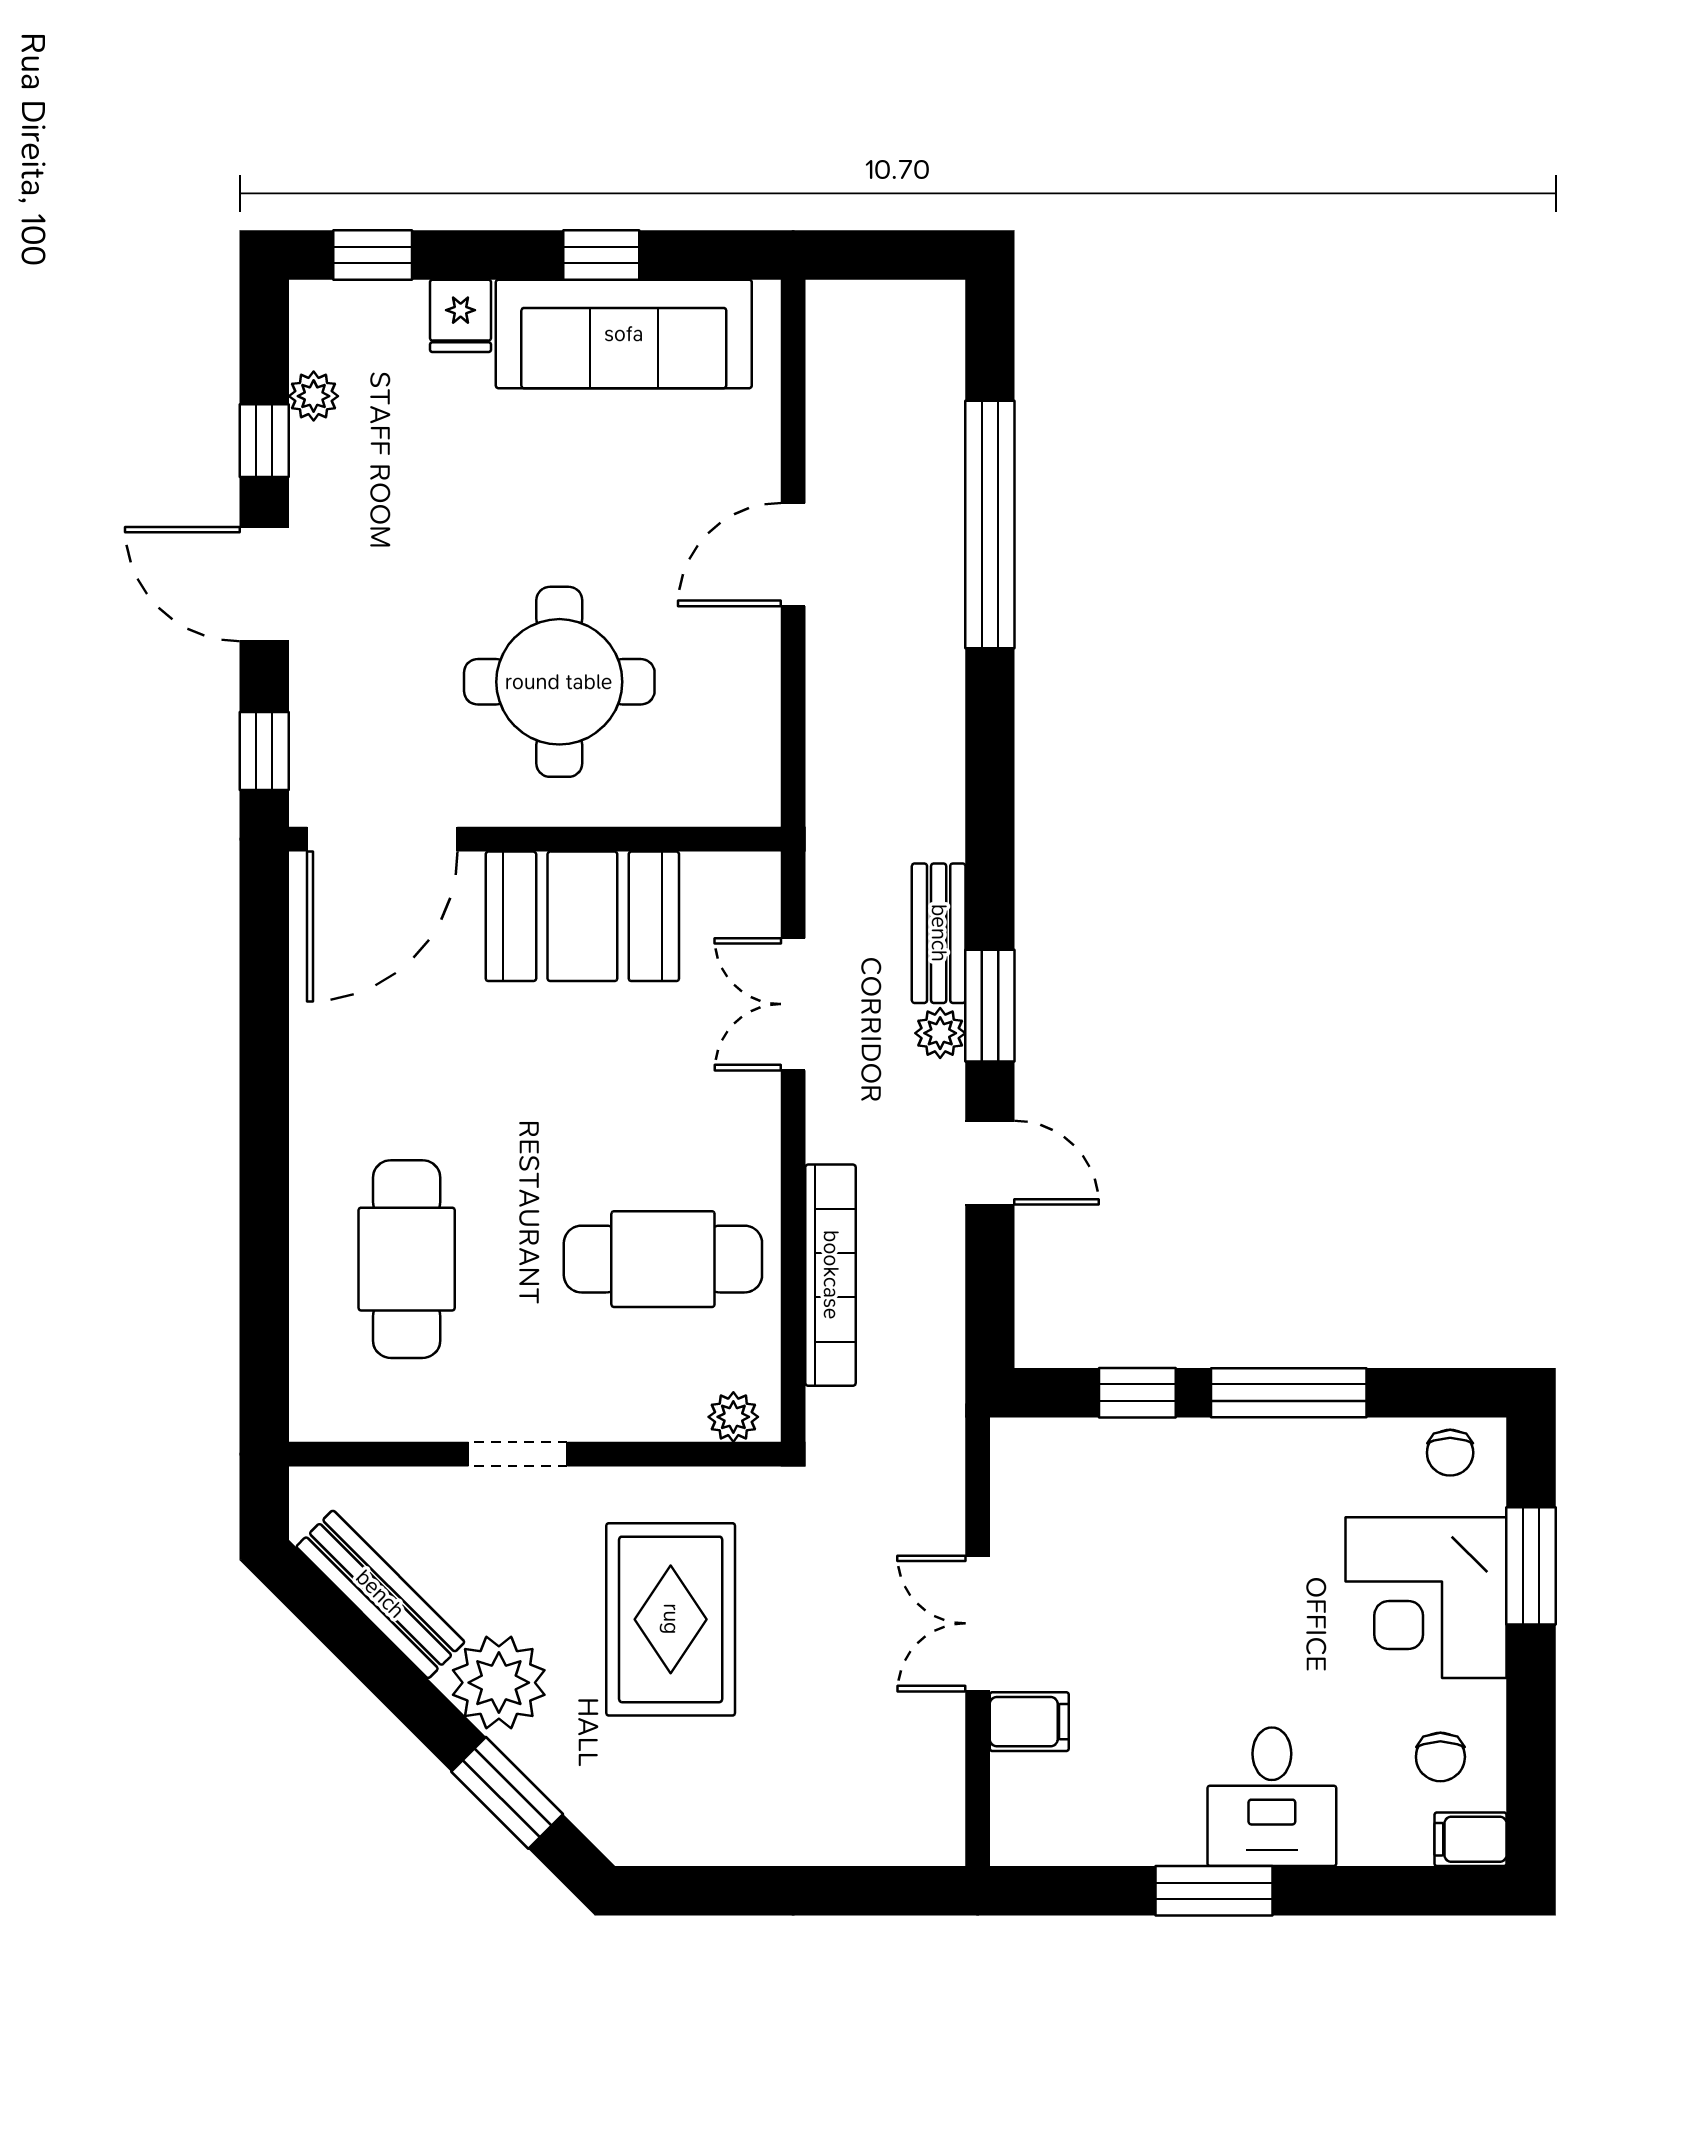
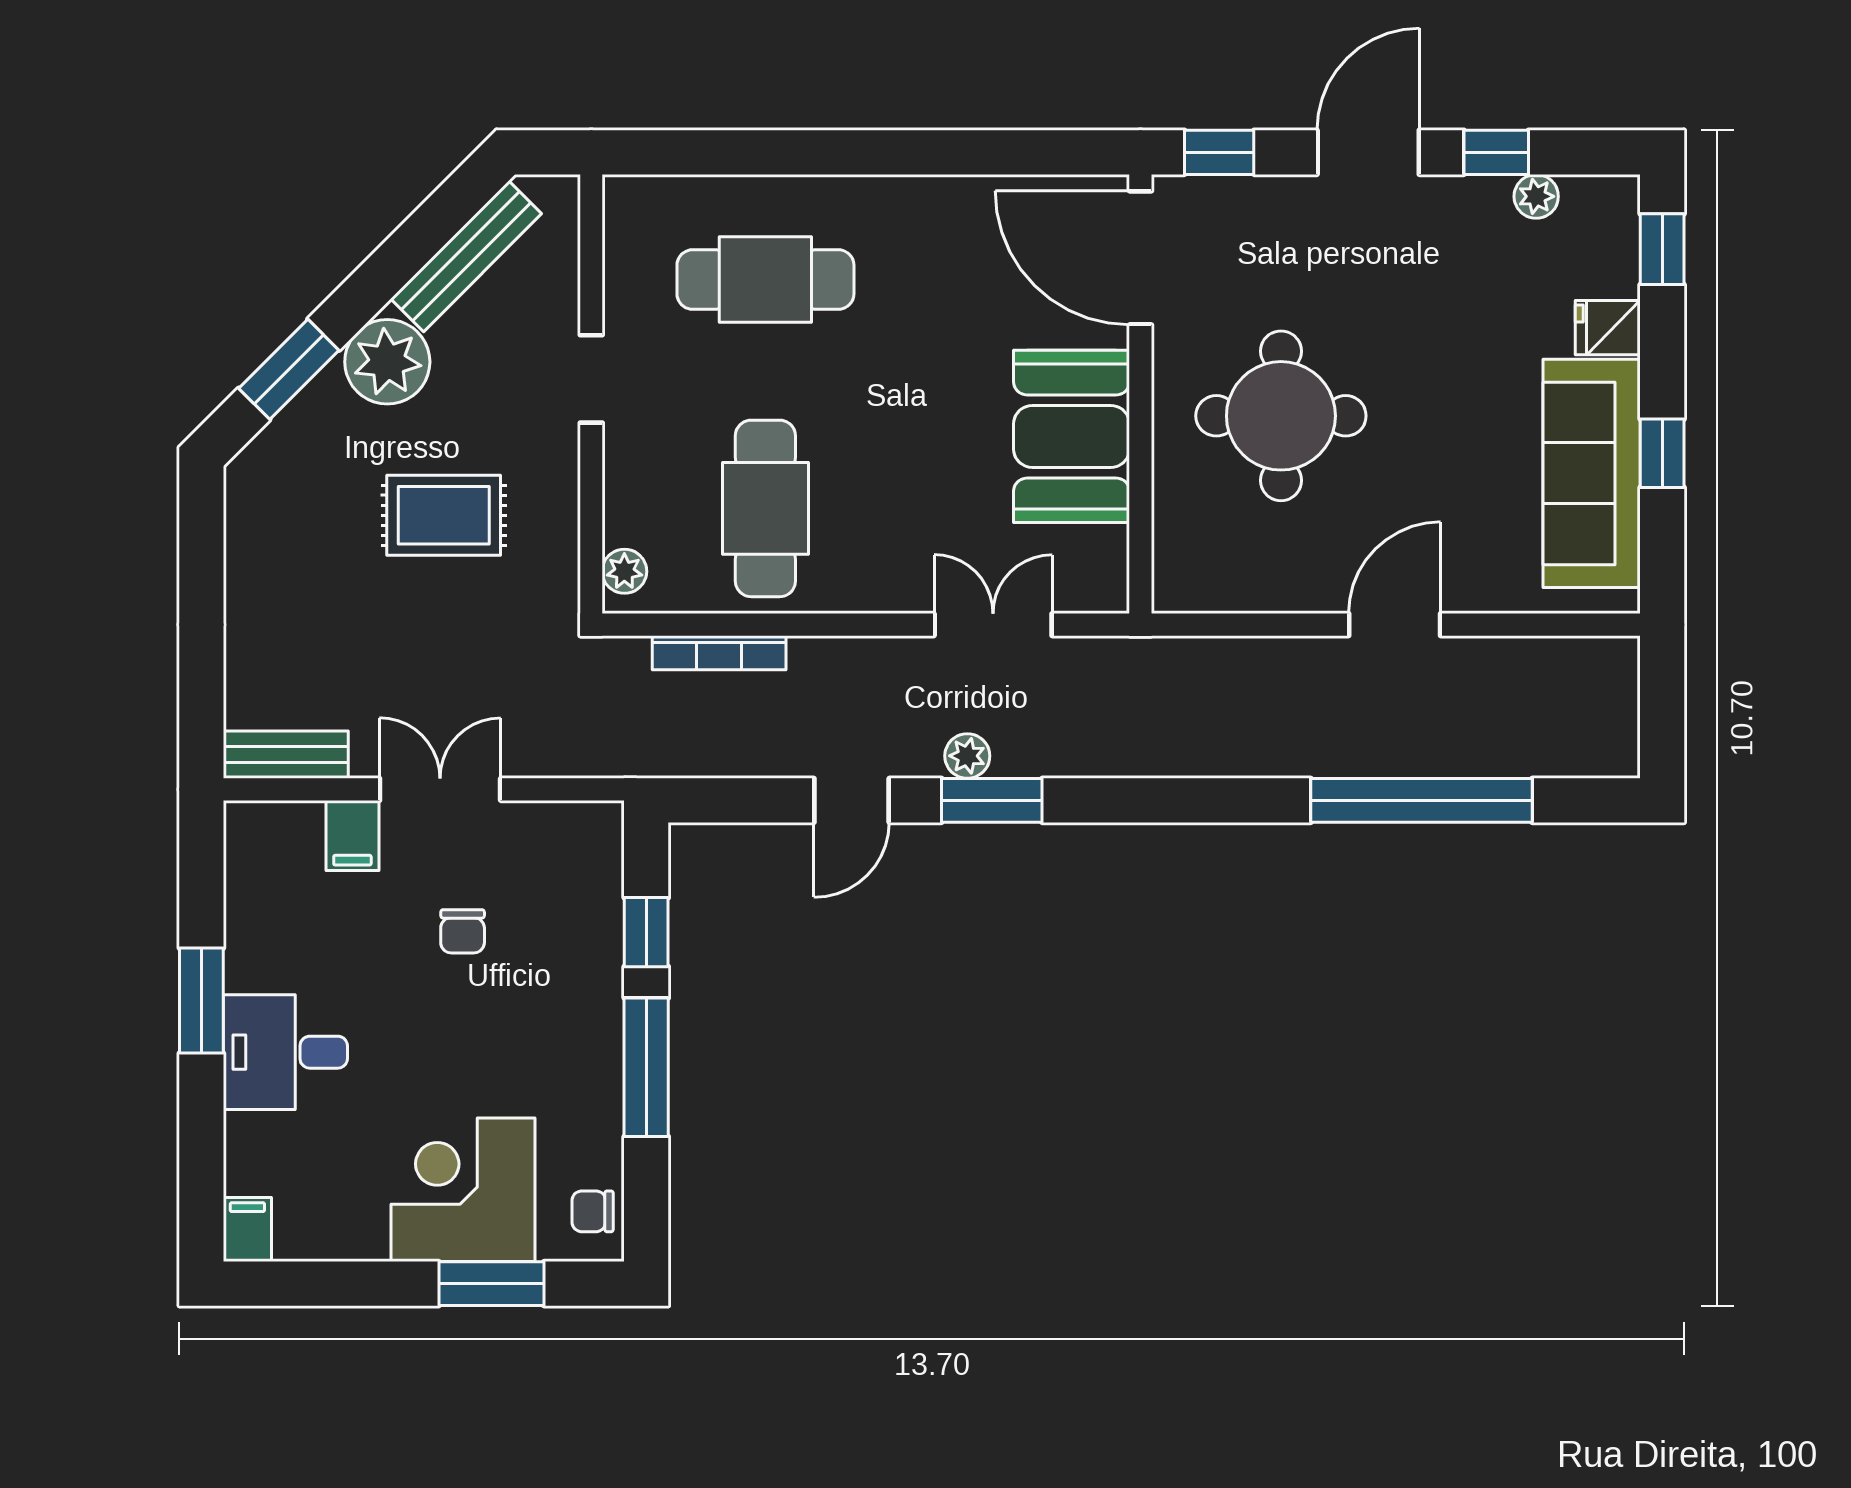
door: (793, 555) -> (1395, 625), hinge flipped
bench: (939, 933) -> (286, 755), moved
bookcase: (831, 1275) -> (719, 653), width x0.68, depth x0.76
rug: (671, 1619) -> (444, 515), width x0.73, depth x0.70
chair: (1440, 1757) -> (463, 931), moved, turned -90

